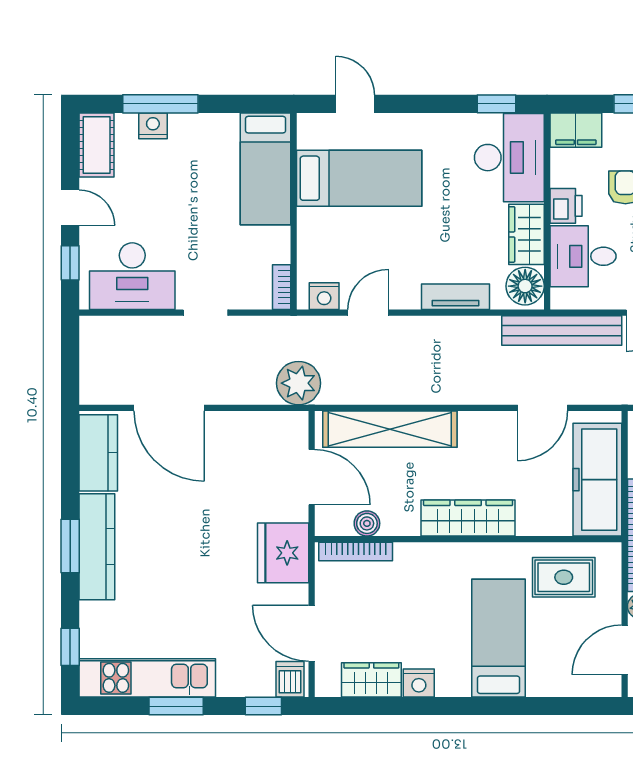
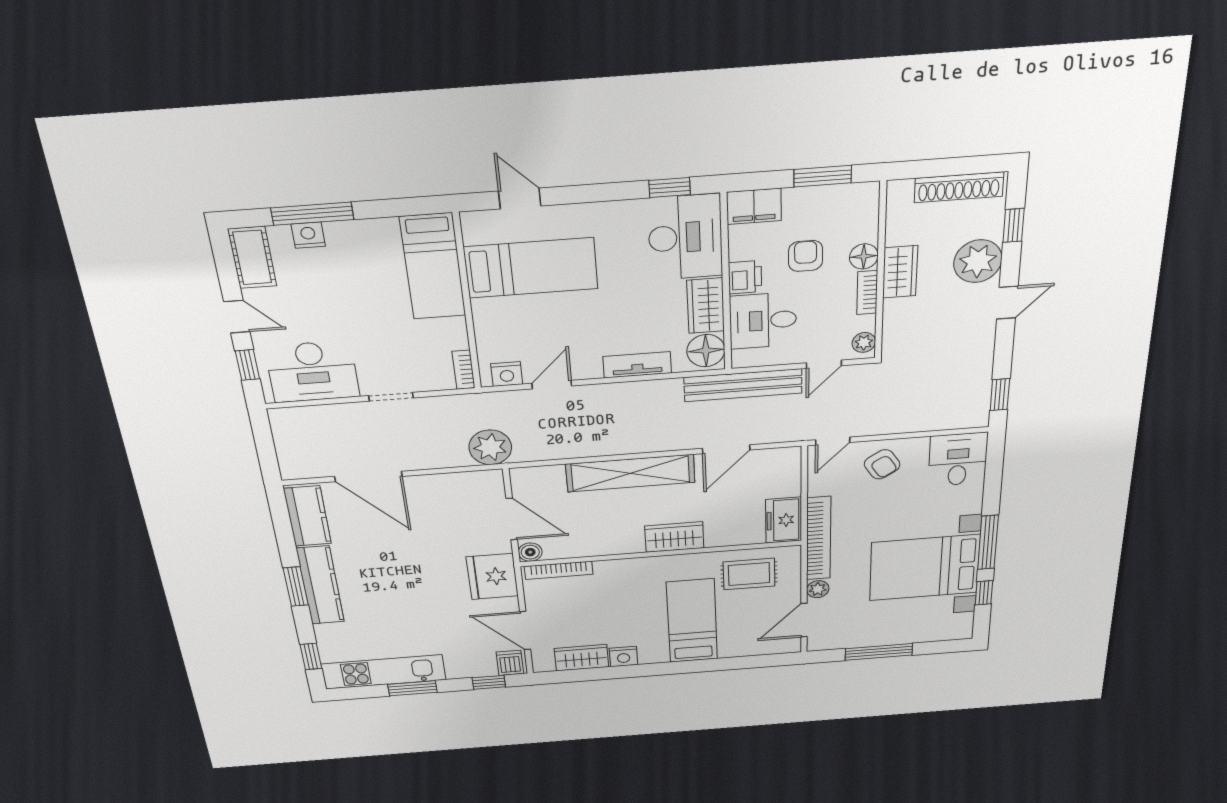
shelving: (390, 429) -> (630, 473), moved
freezer: (597, 480) -> (784, 520), width x0.52, depth x0.79
wardrobe: (468, 518) -> (674, 537), width x0.67
boiler: (367, 523) -> (530, 552), moved

